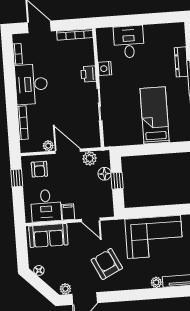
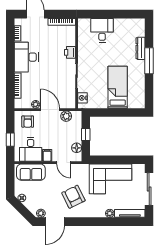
nightstand: (105, 69) -> (83, 98), moved
floor lamp: (105, 174) -> (77, 148), moved
window: (17, 178) -> (10, 140), moved

